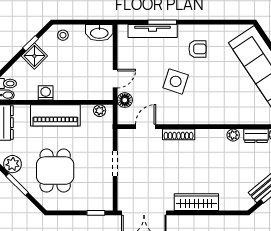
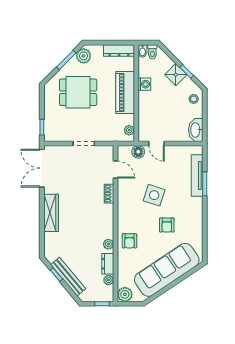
armchair: (197, 49) -> (167, 225), moved
armchair: (229, 110) -> (129, 241), added
shoe rack: (179, 134) -> (109, 194), width x0.70

